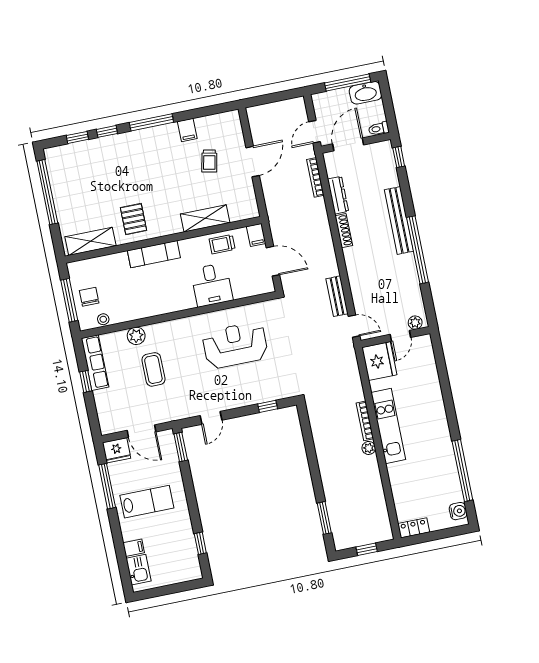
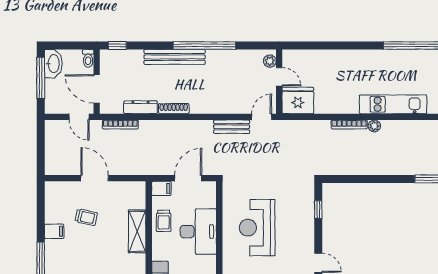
desk: (212, 285) -> (198, 232), width x1.37
kitchen unit: (388, 426) -> (393, 104), moved

